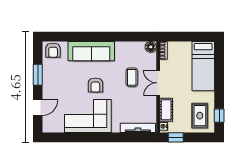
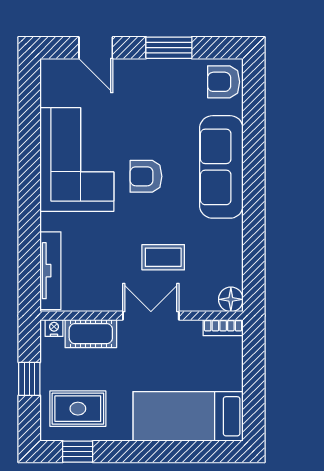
window: (176, 137) -> (29, 379), moved

